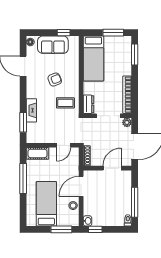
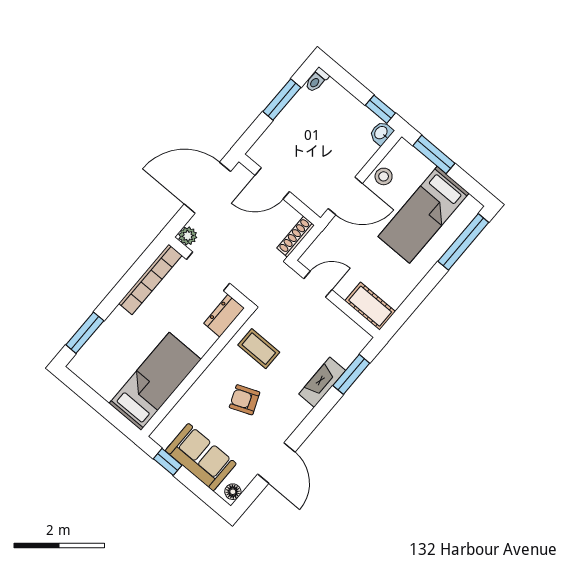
window: (113, 33) -> (90, 396), removed
window: (23, 179) -> (463, 242), moved
window: (135, 202) -> (282, 99), width x0.69

